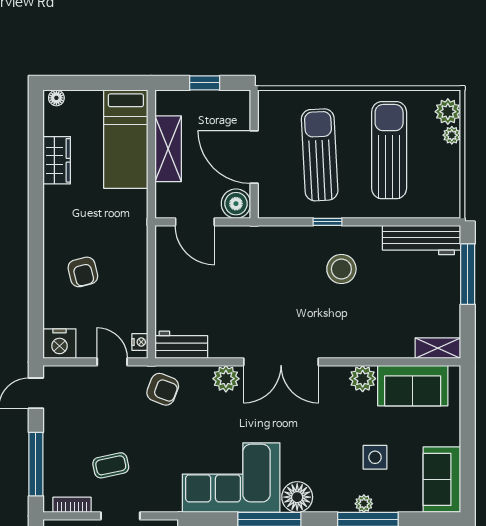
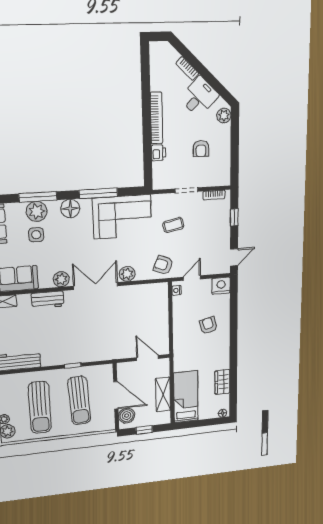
boiler: (236, 204) -> (127, 416), moved
stool: (341, 269) -> (63, 341), removed
workbench: (181, 345) -> (48, 300), moved
door: (112, 362) -> (192, 278), swing flipped
plant: (363, 379) -> (61, 279), moved
window: (36, 464) -> (234, 217), width x0.46
coffee table: (111, 465) -> (173, 225), moved
floor lamp: (297, 497) -> (70, 209), moved
plant: (364, 504) -> (37, 211), width x1.88, depth x1.88

